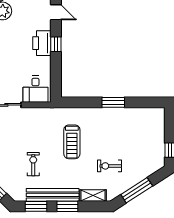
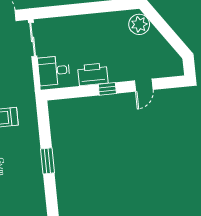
printer: (42, 43) -> (93, 74), moved

